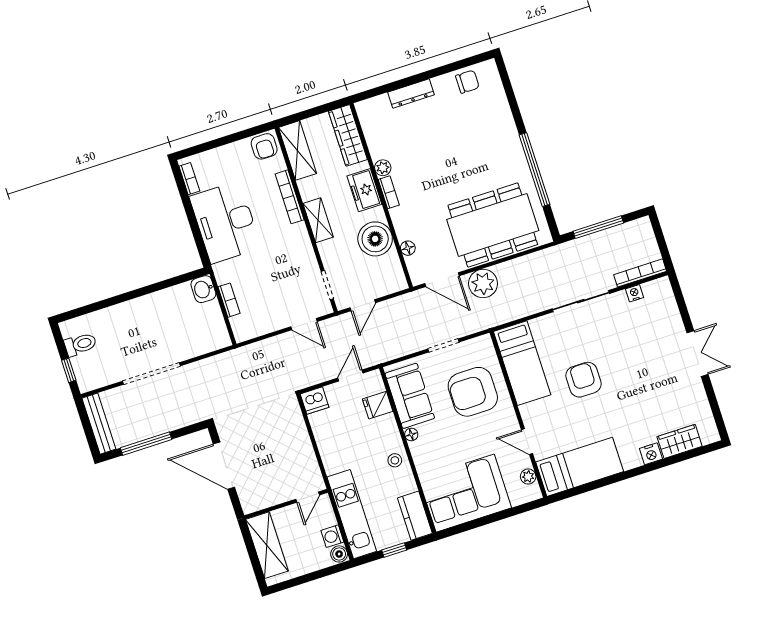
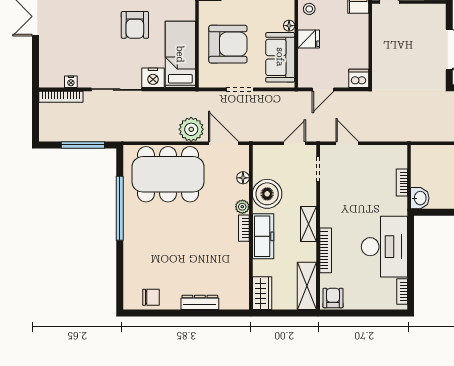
chair: (467, 82) -> (151, 297), turned 180
wardrobe: (348, 135) -> (262, 293), width x0.67
plant: (383, 168) -> (242, 207), moved
freezer: (364, 190) -> (263, 236), width x1.40
nightstand: (544, 327) -> (153, 78), added
fridge: (378, 405) -> (309, 39), moved

